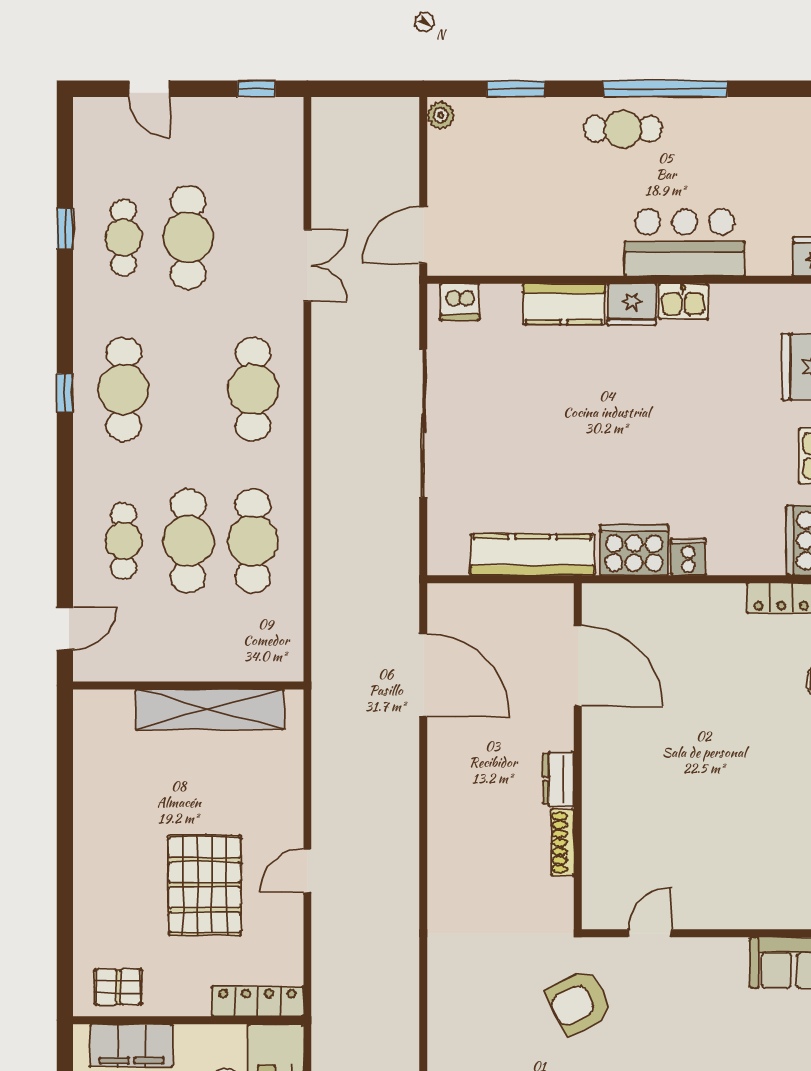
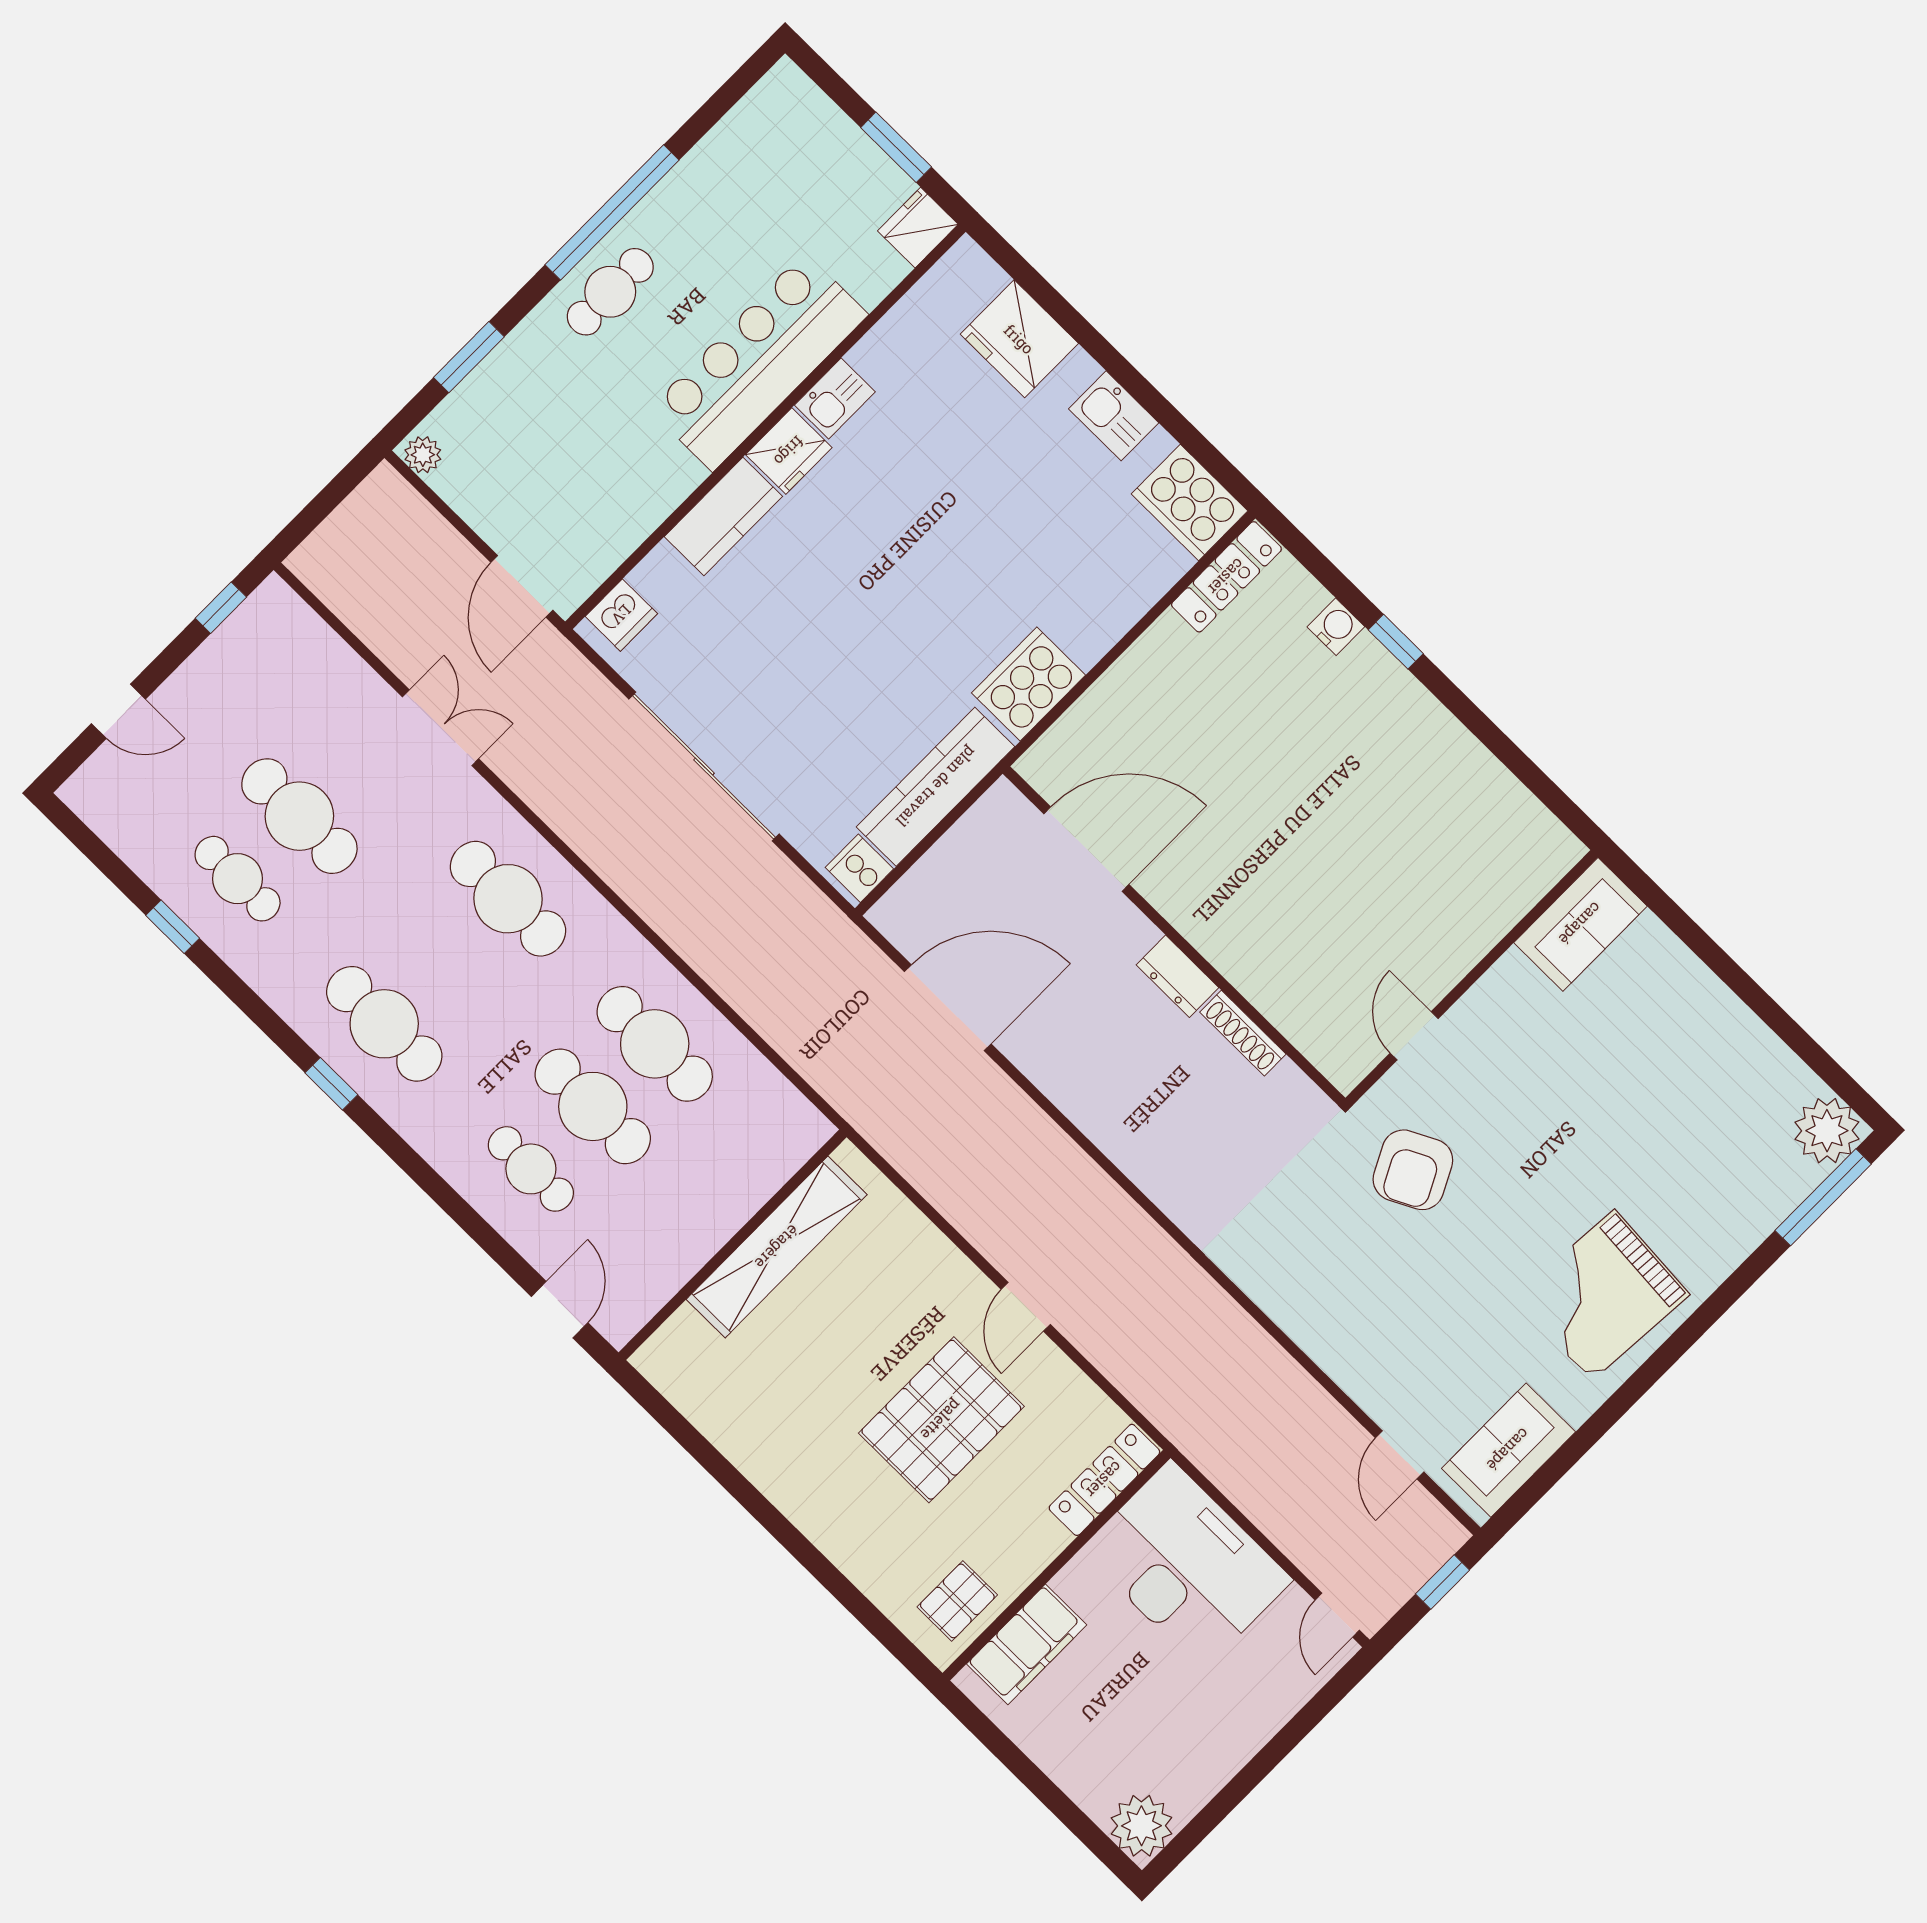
bar counter: (685, 243) -> (759, 362), width x1.36
cooker: (688, 557) -> (859, 868), moved
pallet: (205, 885) -> (941, 1420), turned 90

